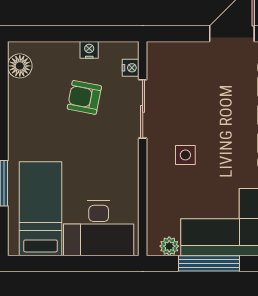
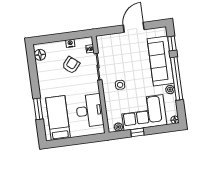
armchair: (84, 97) -> (71, 65), turned 119
desk: (99, 228) -> (90, 111), moved, turned -90
window: (209, 263) -> (137, 132), width x0.46

